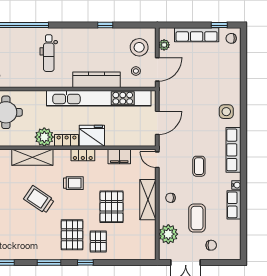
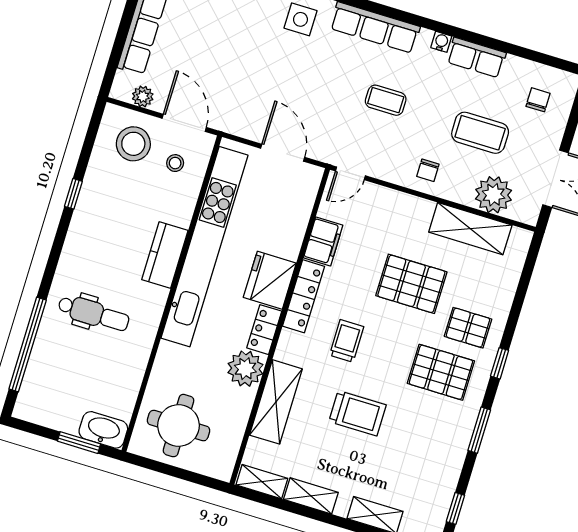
kitchen counter: (96, 80) -> (165, 255), width x0.67
locker: (83, 155) -> (304, 296), width x1.53
trolley: (39, 200) -> (358, 413), turned -124
shelving: (148, 200) -> (470, 229), moved
chair: (211, 245) -> (538, 100), moved

